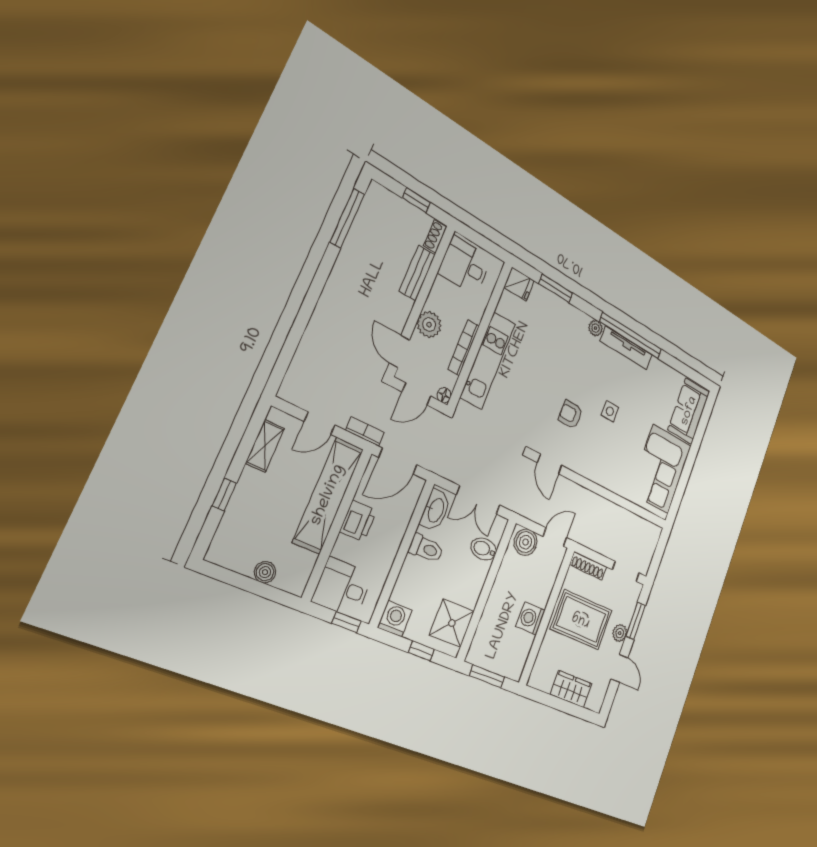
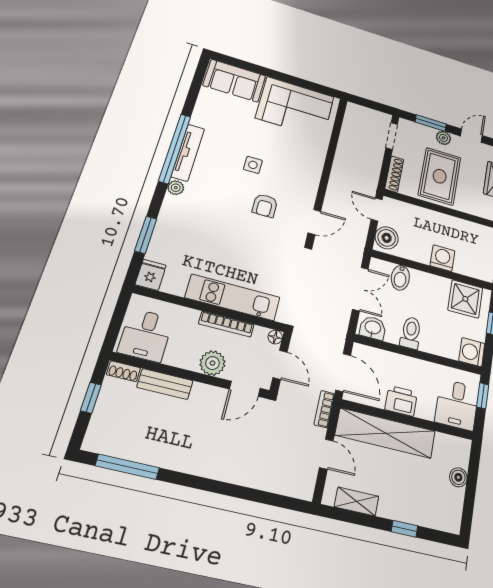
washbasin: (435, 510) -> (373, 328), width x0.72
washing machine: (530, 618) -> (442, 258), moved, turned 180

